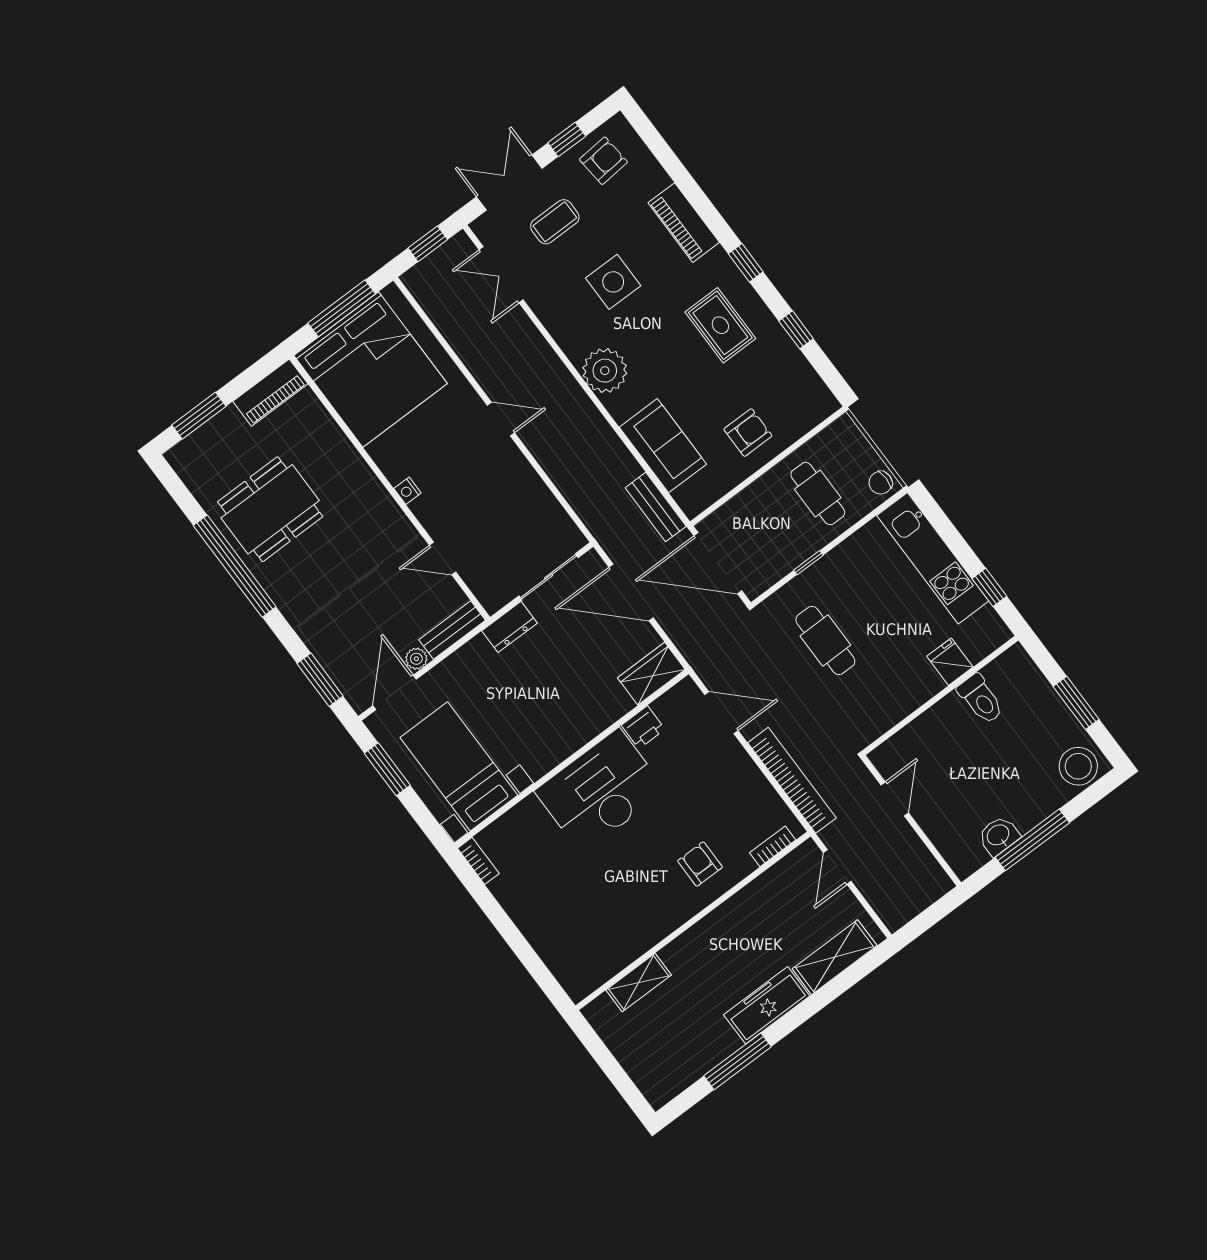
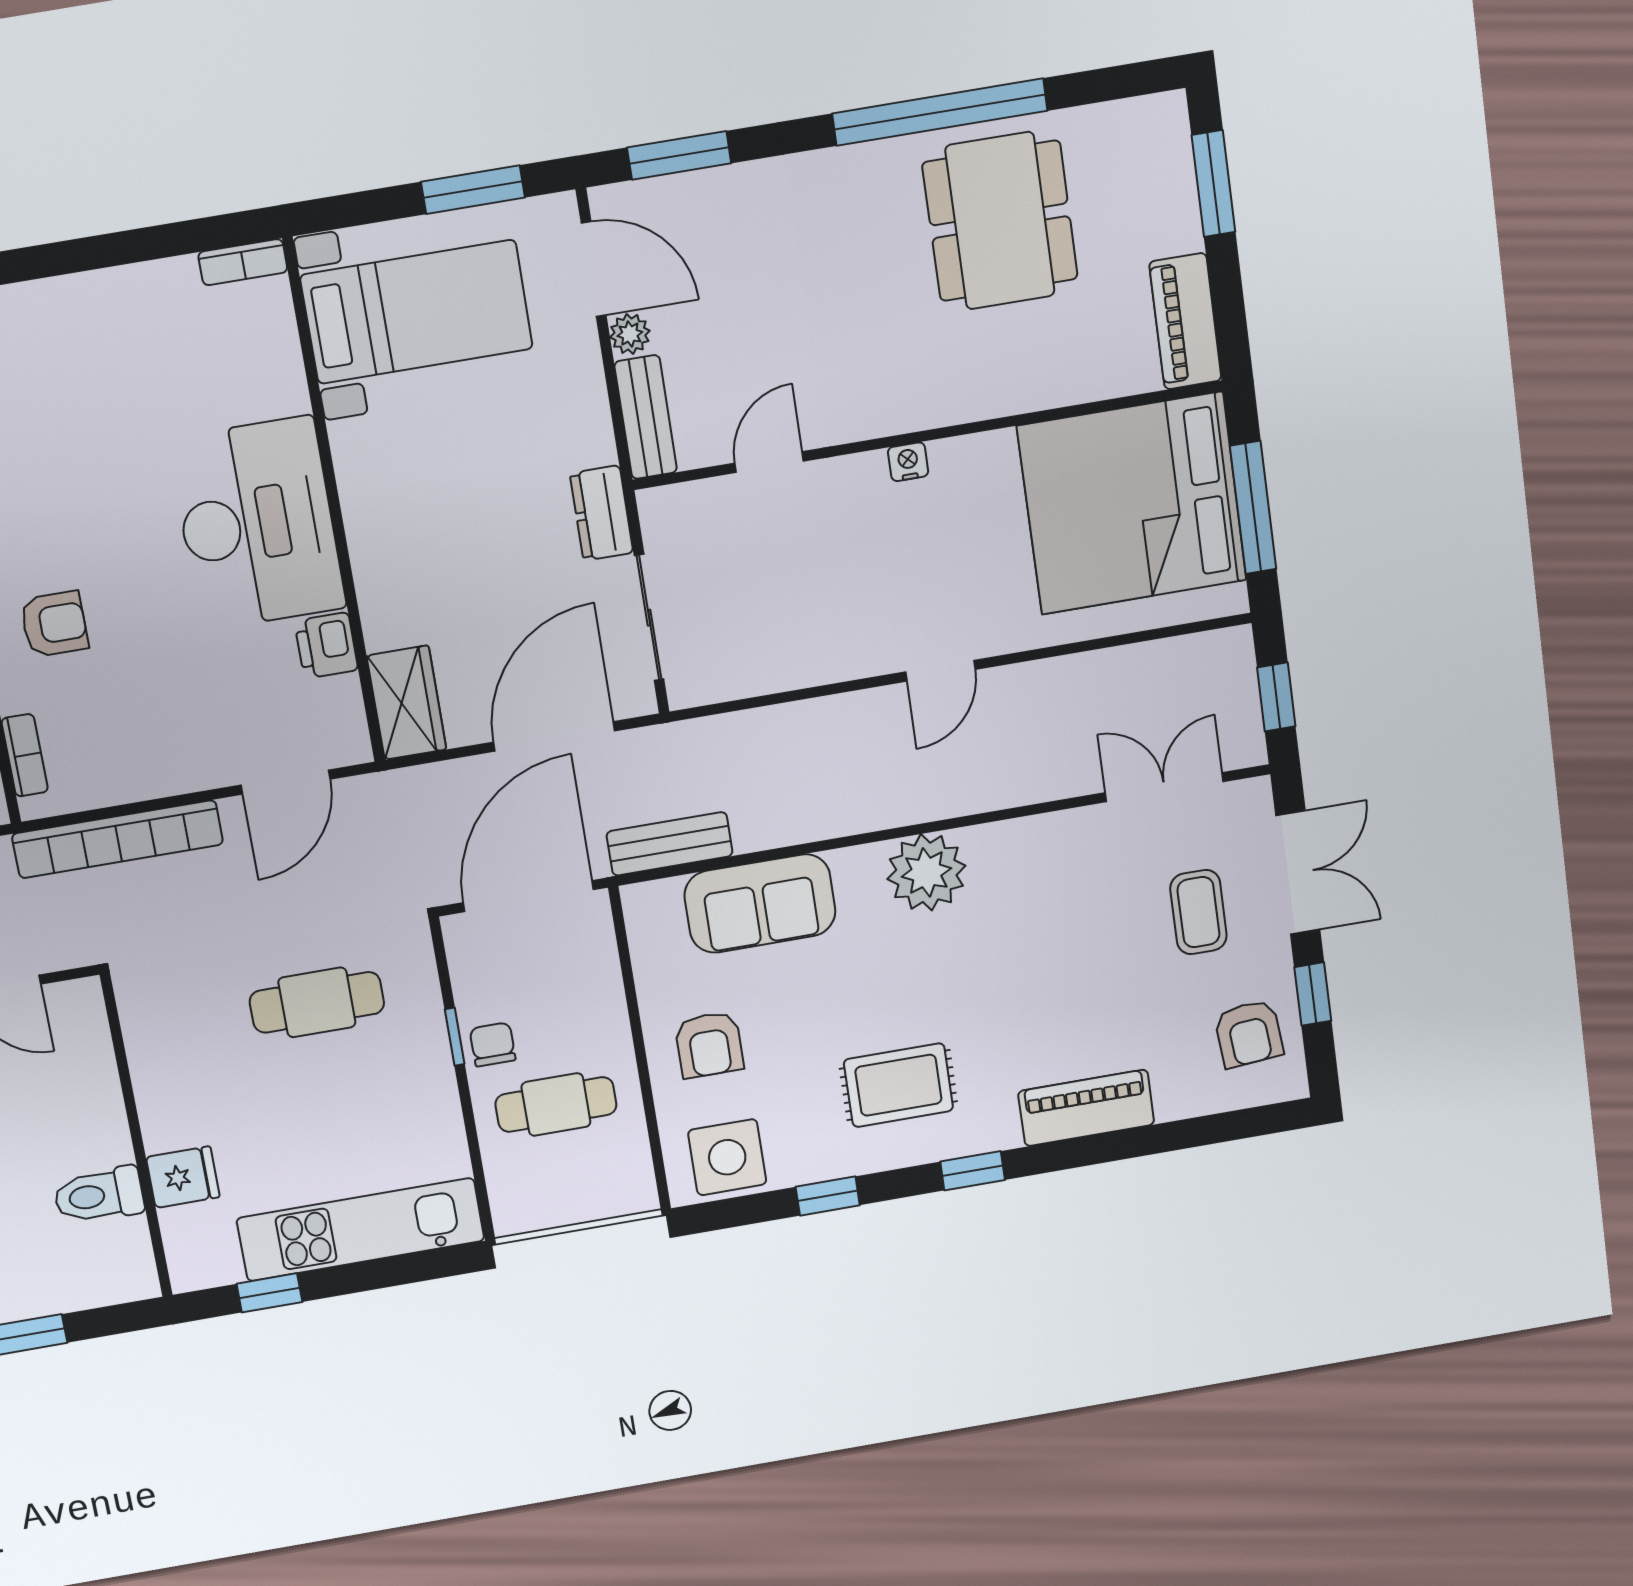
side table: (613, 282) -> (727, 1157), moved
chair: (881, 483) -> (493, 1044), moved

